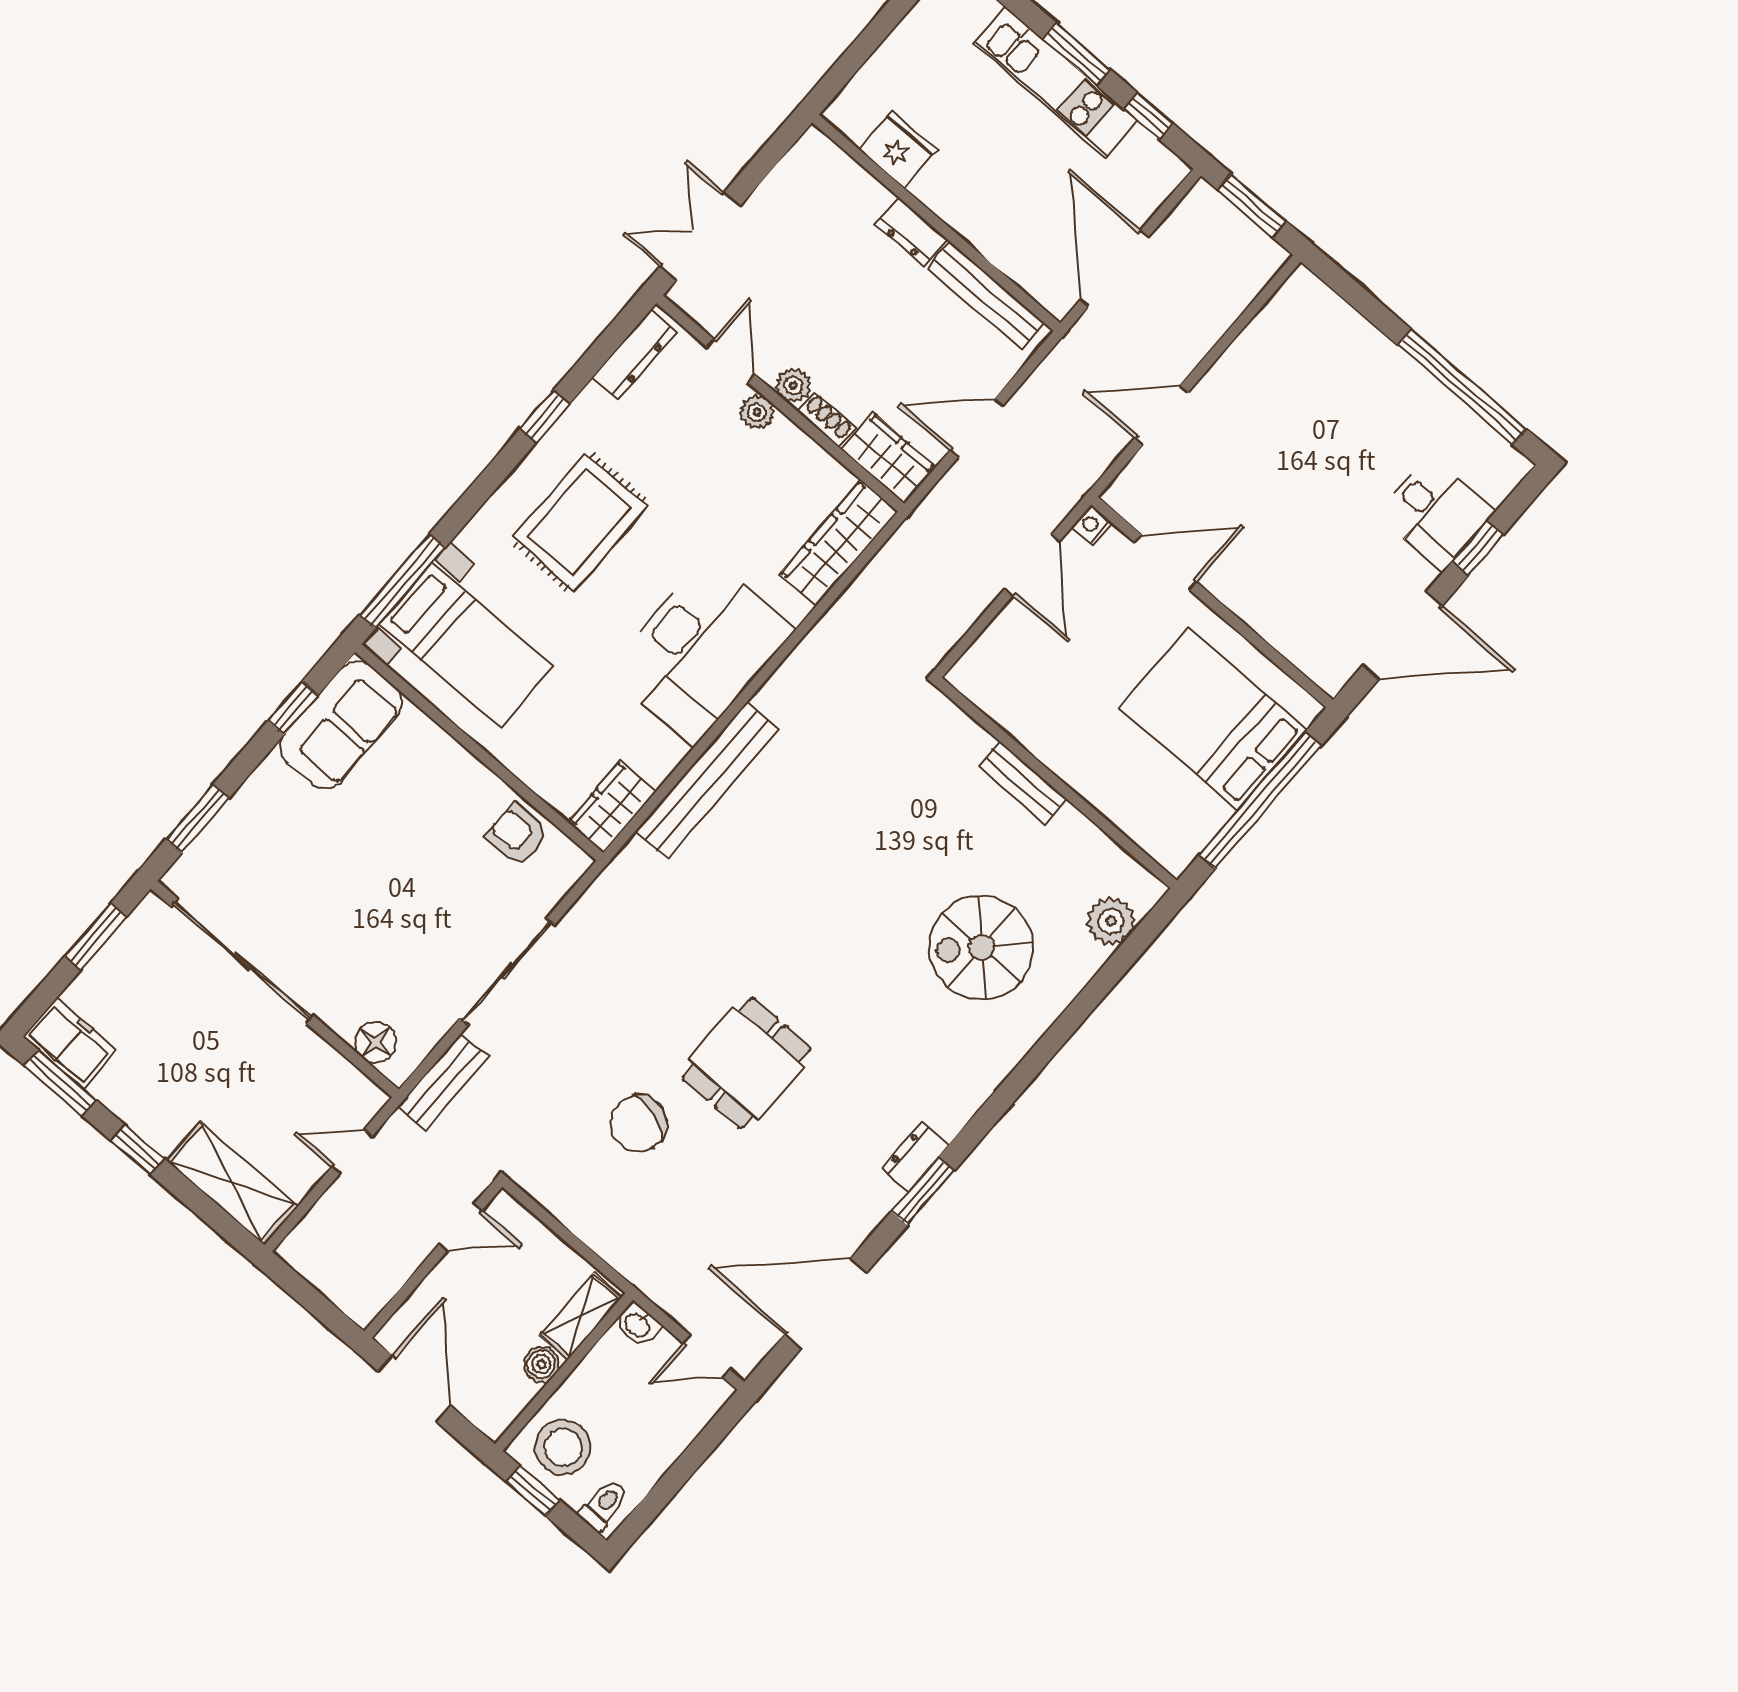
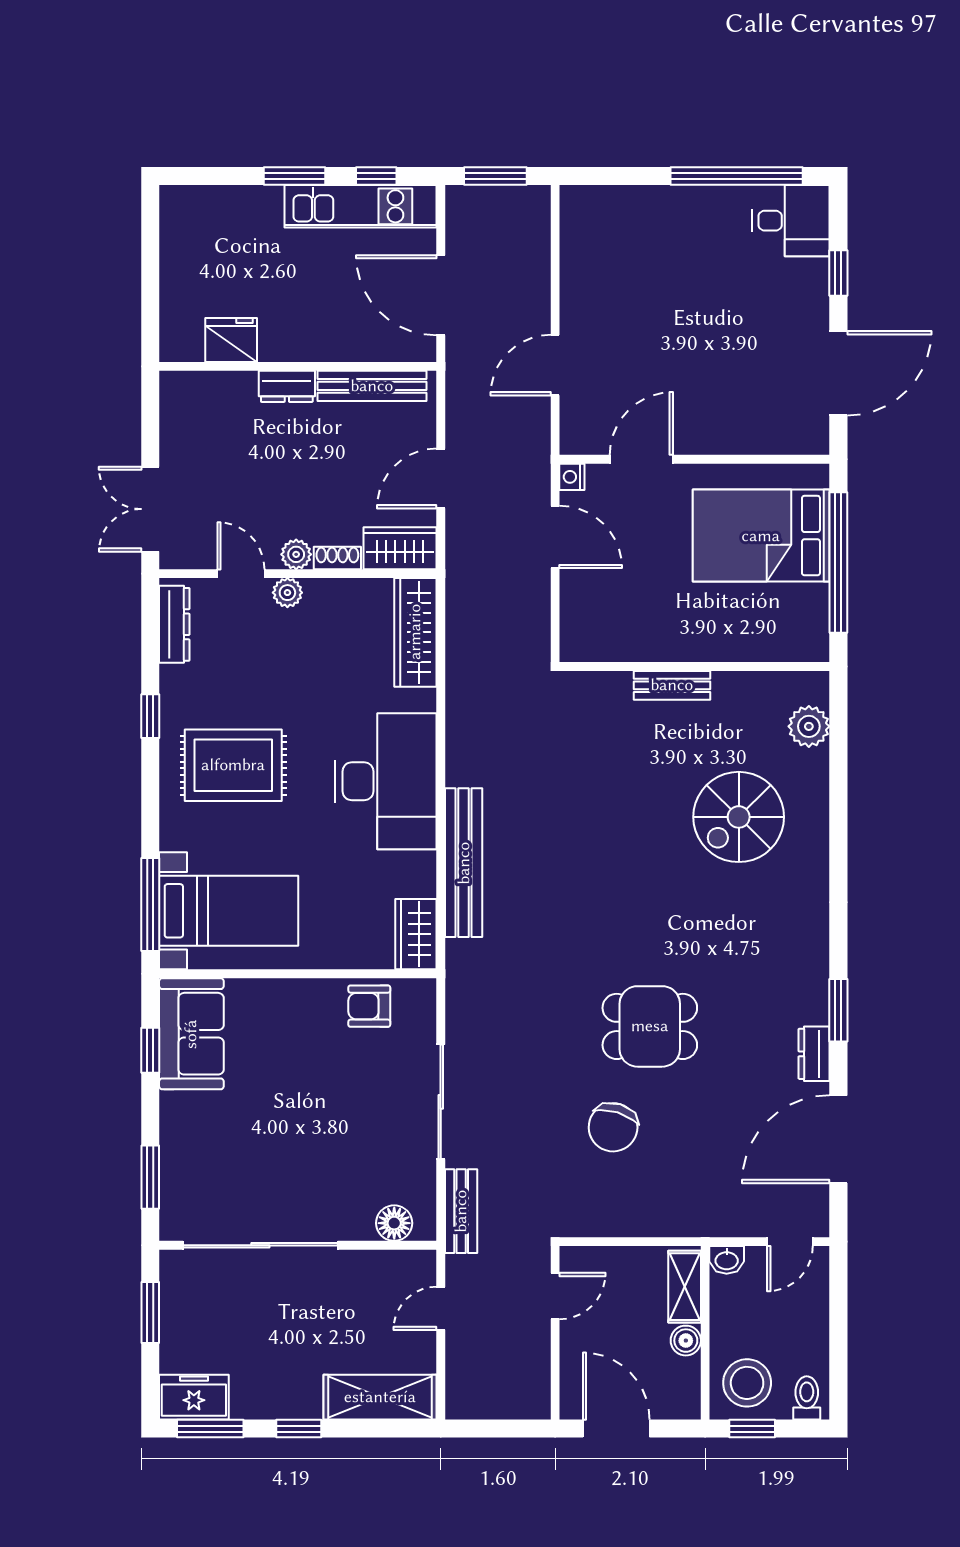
kitchen unit: (1055, 82) -> (360, 206), moved
desk: (1436, 513) -> (791, 221), moved
rug: (580, 522) -> (233, 765), turned 90
dining table: (746, 1063) -> (650, 1026), turned 90
dresser: (915, 1157) -> (814, 1054), moved

